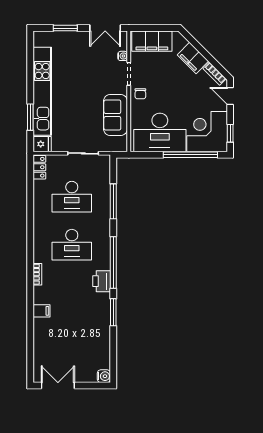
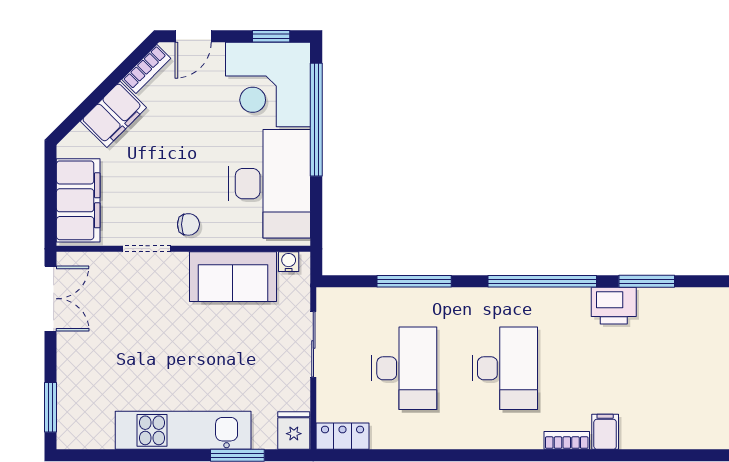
window: (65, 28) -> (51, 407), moved
water cooler: (123, 56) -> (289, 262), moved
kitchen unit: (42, 91) -> (183, 430), width x0.73
printer: (102, 281) -> (614, 306), moved
filing cabinet: (41, 311) -> (605, 432), moved

